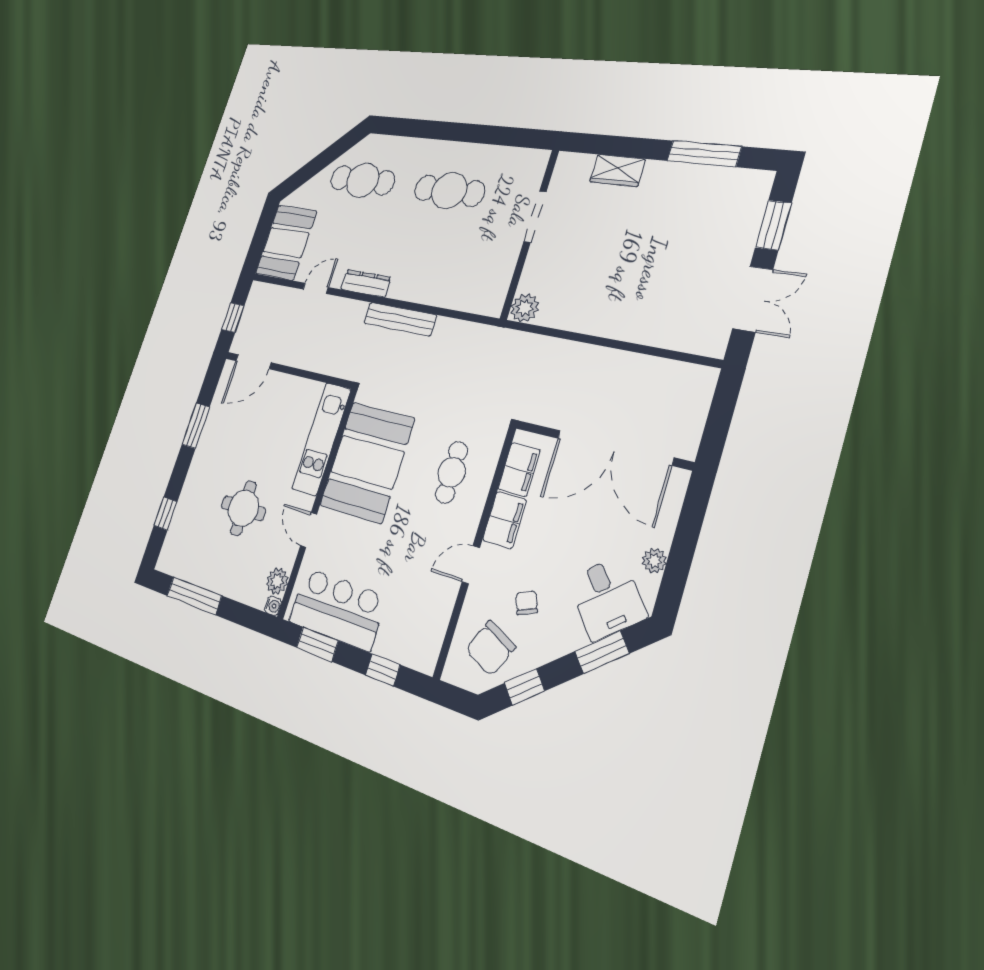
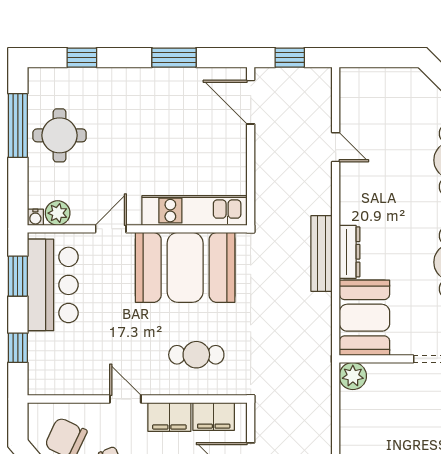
booth: (286, 242) -> (364, 318), moved, turned 90
dresser: (366, 283) -> (350, 252), moved
round table: (243, 508) -> (60, 135), moved

